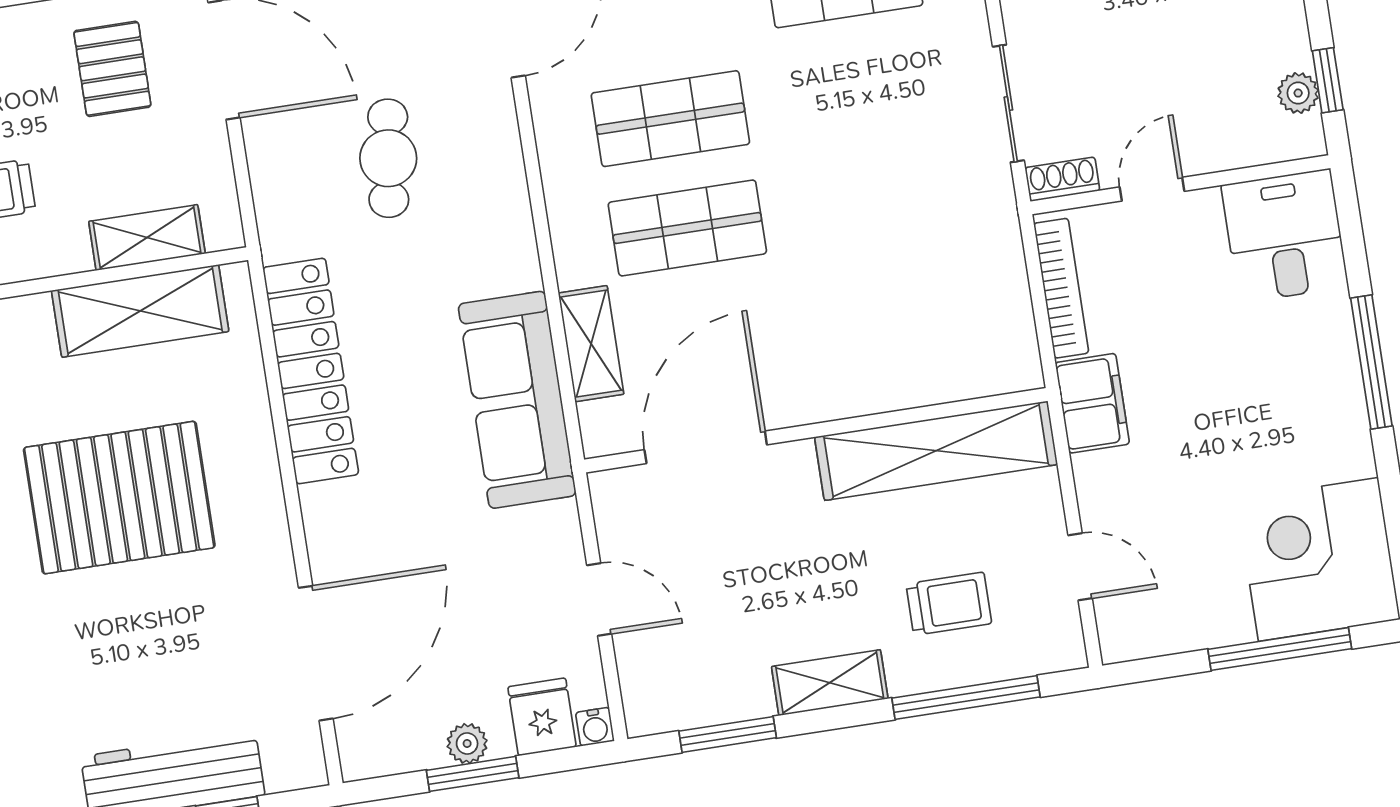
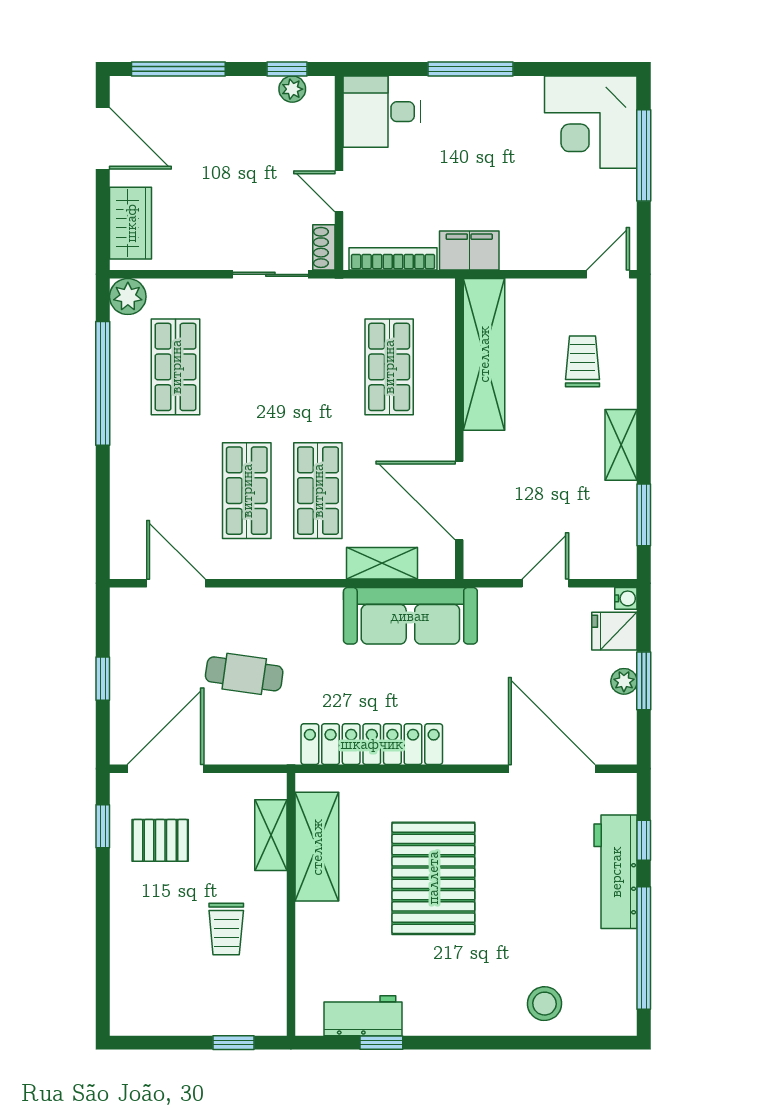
shop shelf: (894, 308) -> (389, 367), added
door: (1080, 567) -> (608, 274), moved
window: (966, 698) -> (644, 360), removed

